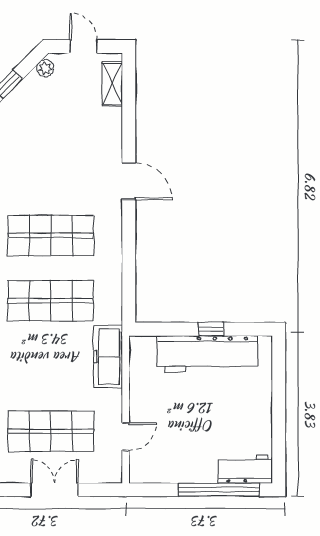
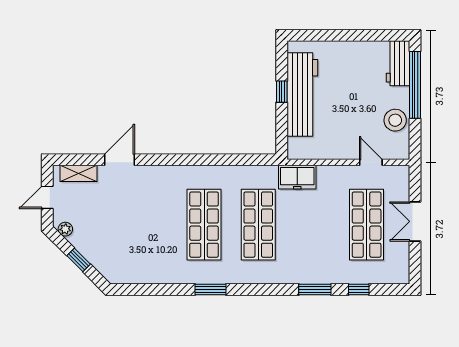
door: (129, 181) -> (120, 160), moved
freezer: (108, 357) -> (297, 177), width x0.71
stool: (177, 466) -> (395, 120), added

